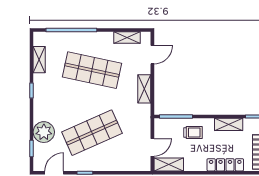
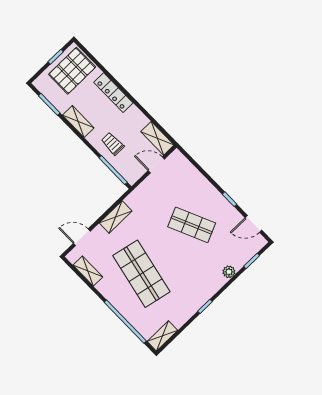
shelving: (39, 60) -> (162, 336), moved
plant: (44, 132) -> (229, 272), width x0.53, depth x0.53
shop shelf: (92, 133) -> (192, 225), width x0.70, depth x0.74

